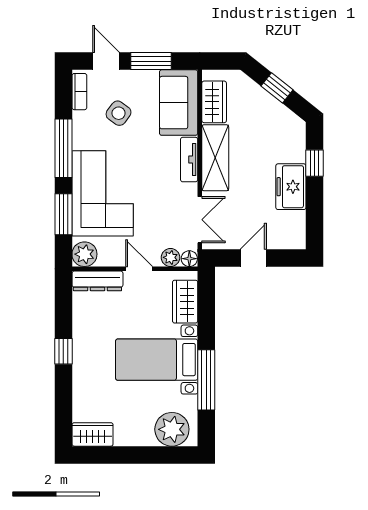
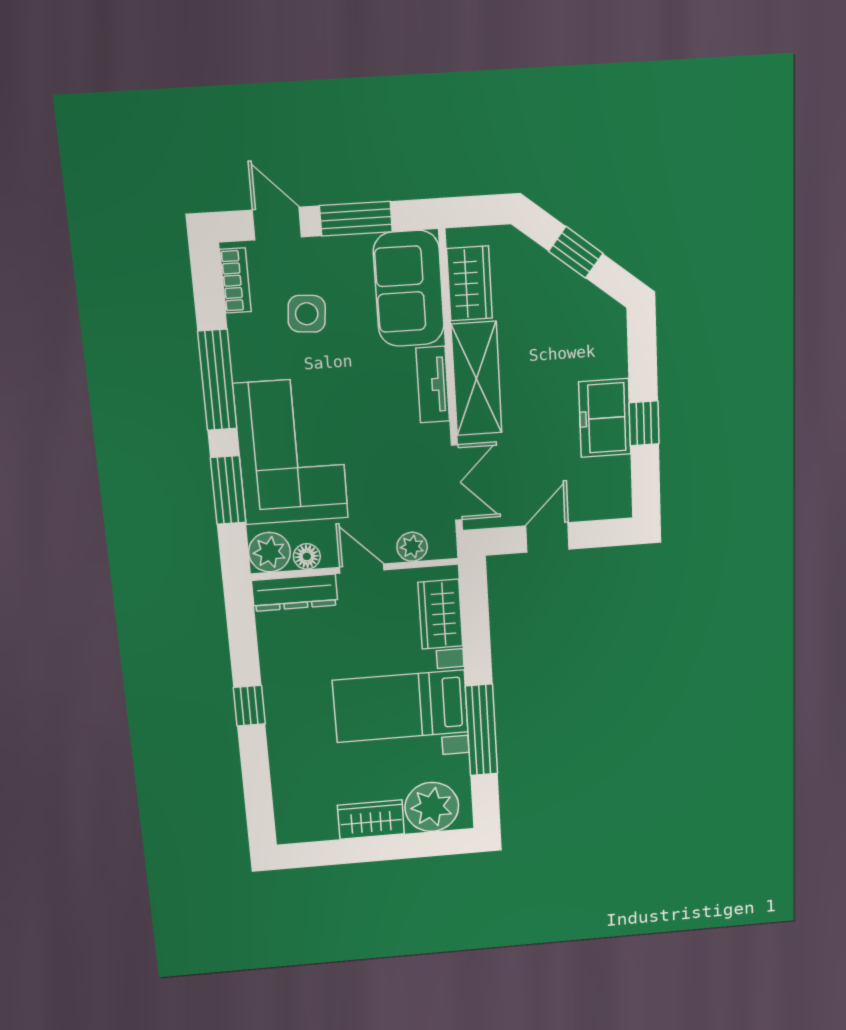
side table: (119, 113) -> (307, 314), turned -31
window: (315, 163) -> (644, 423), moved
floor lamp: (189, 259) -> (307, 556), moved
wardrobe: (93, 434) -> (371, 819), moved

